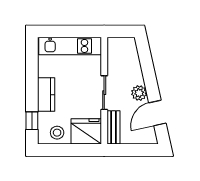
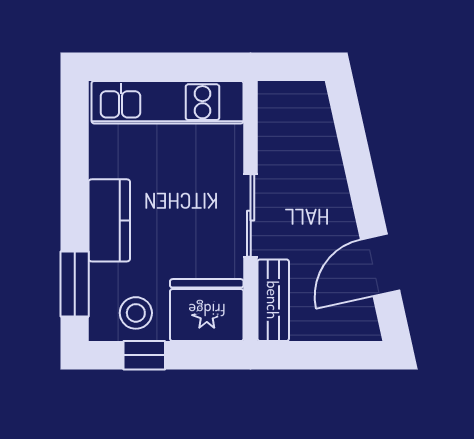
plant: (139, 93) -> (336, 217), removed
window: (32, 121) -> (75, 284), width x1.50
window: (61, 150) -> (144, 355), added

